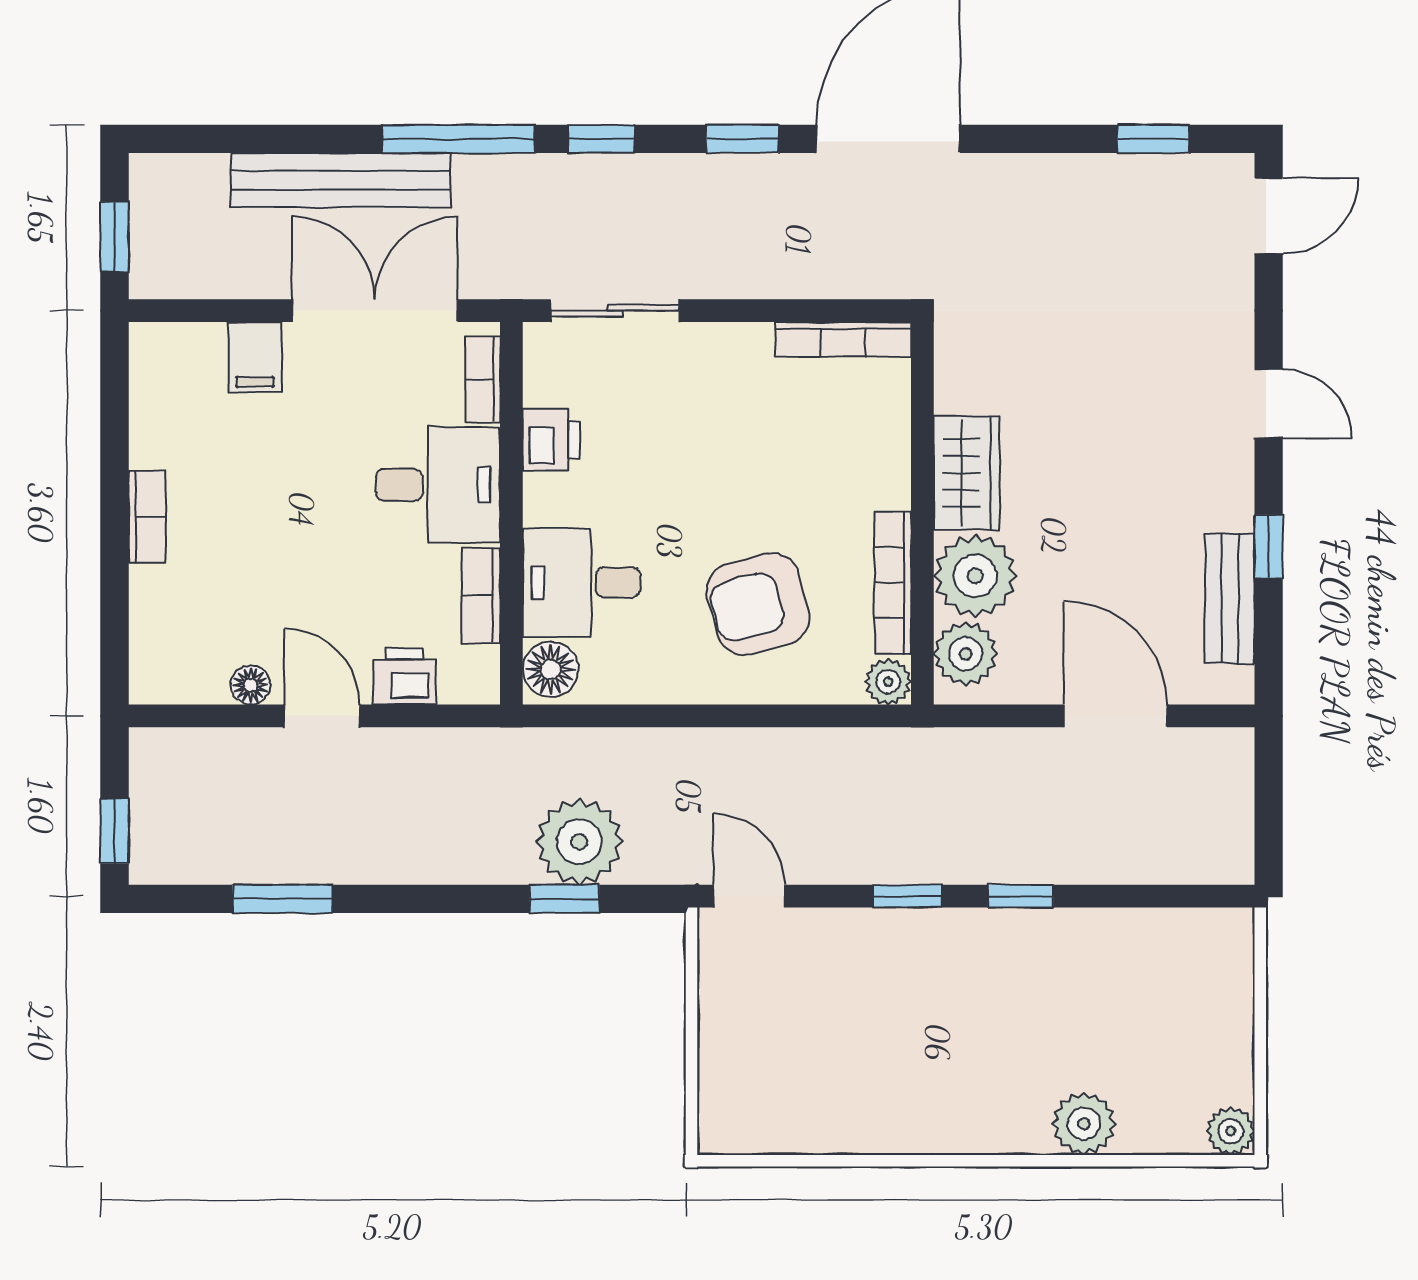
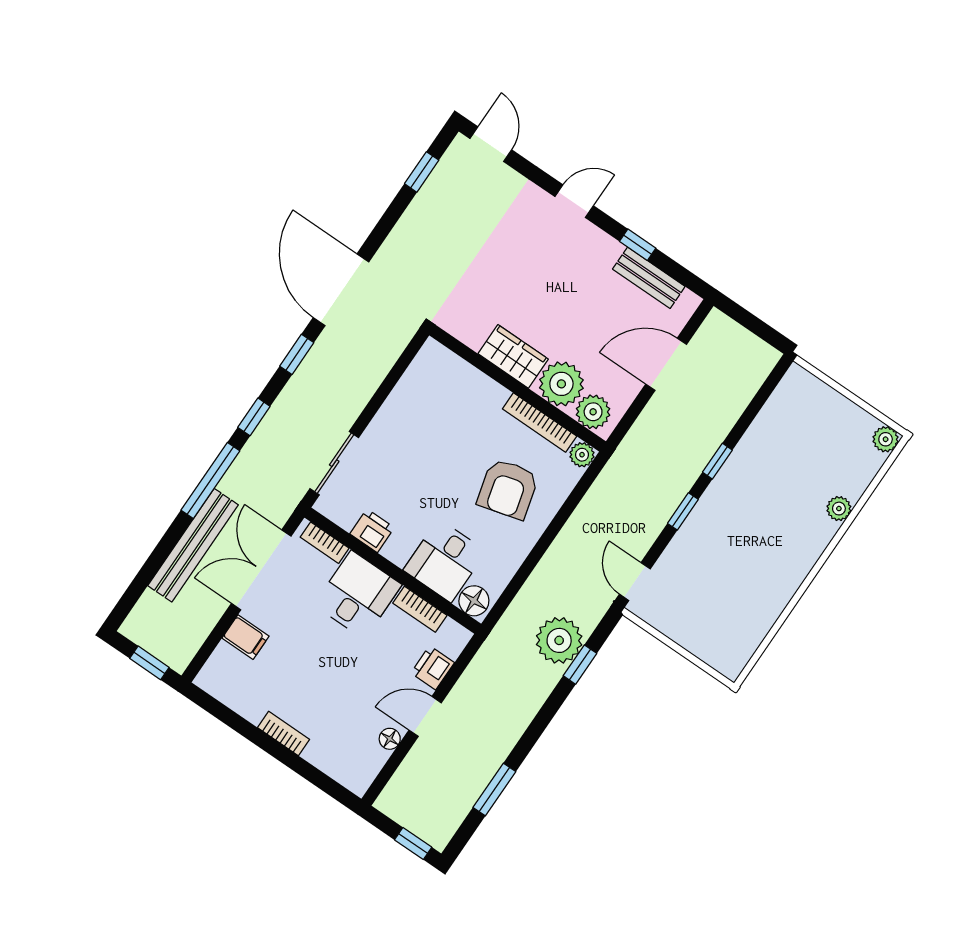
bookcase: (843, 339) -> (416, 371), removed
door: (749, 896) -> (635, 582), hinge flipped
plant: (1084, 1124) -> (839, 509), width x0.73, depth x0.73

